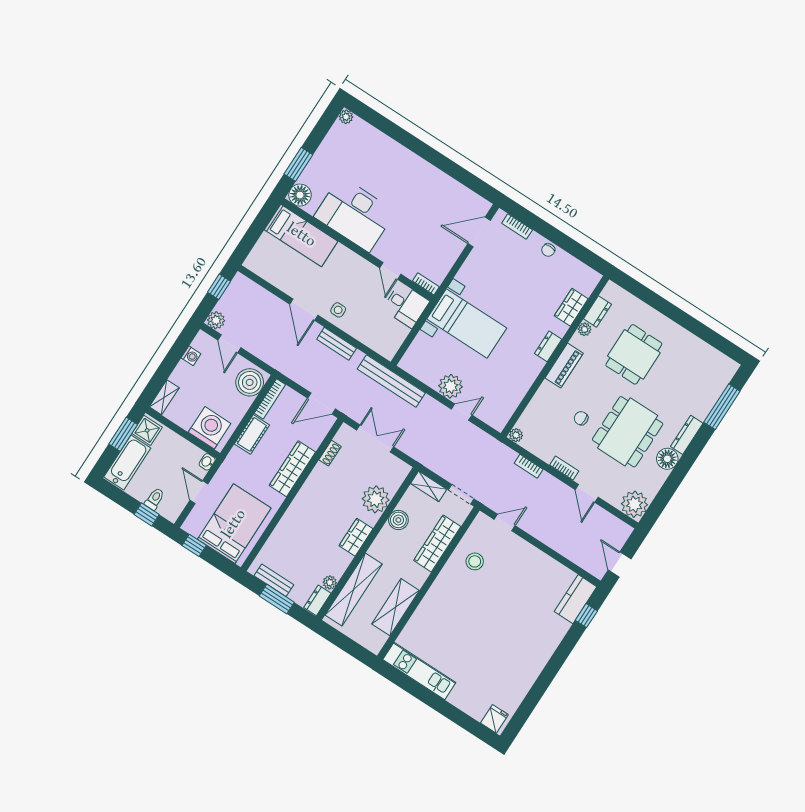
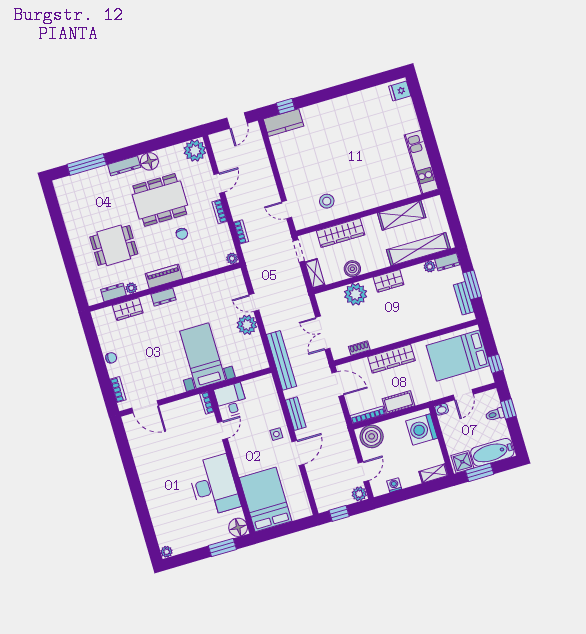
bed: (301, 235) -> (265, 499), width x1.50

